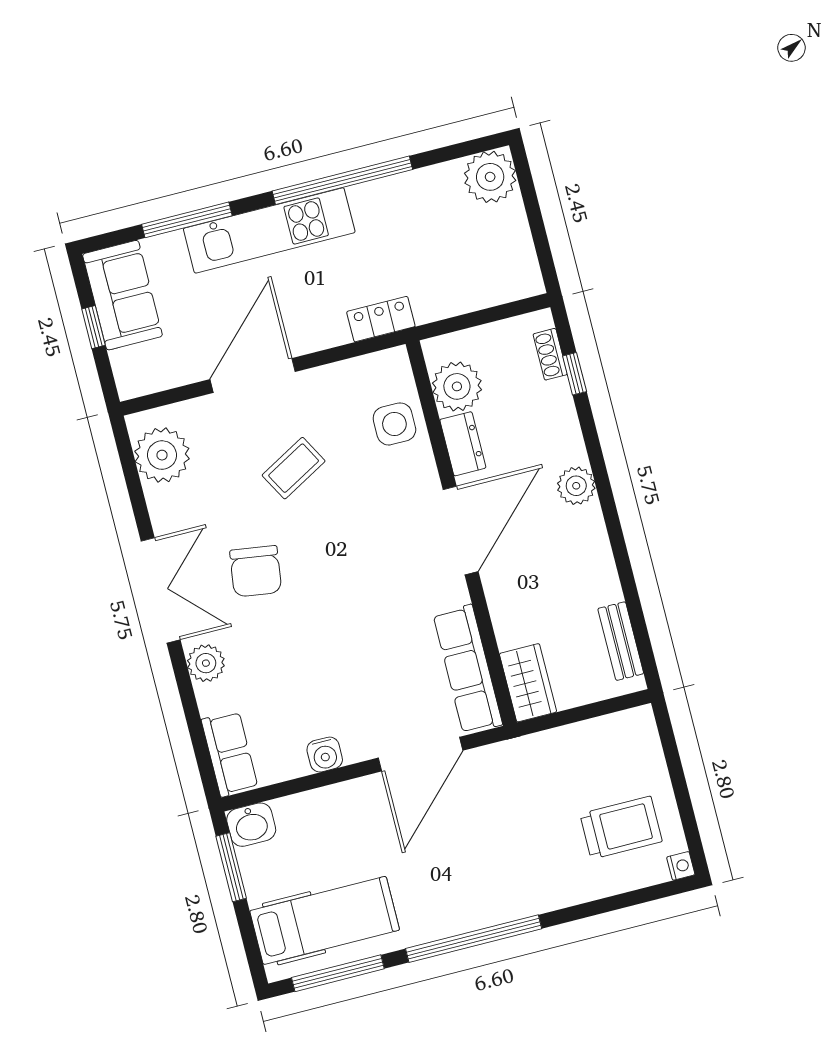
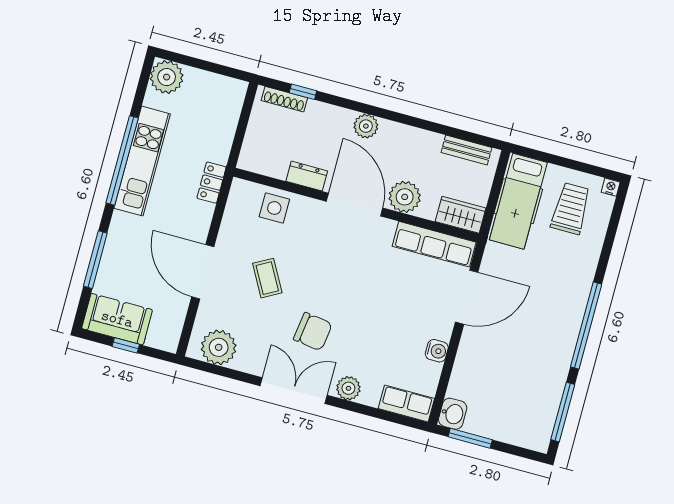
kitchen unit: (269, 230) -> (142, 161), moved
shoe rack: (550, 354) -> (284, 99), width x1.43
plant: (457, 386) -> (405, 197), moved
door: (421, 754) -> (467, 297), hinge flipped
hospital bed: (325, 920) -> (518, 201), moved, turned 180

